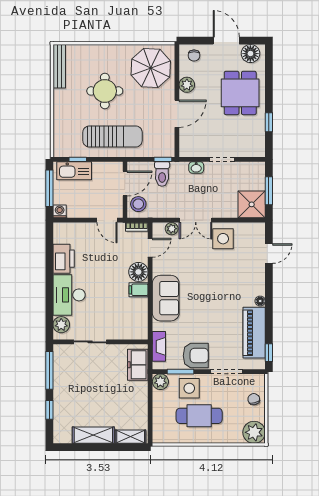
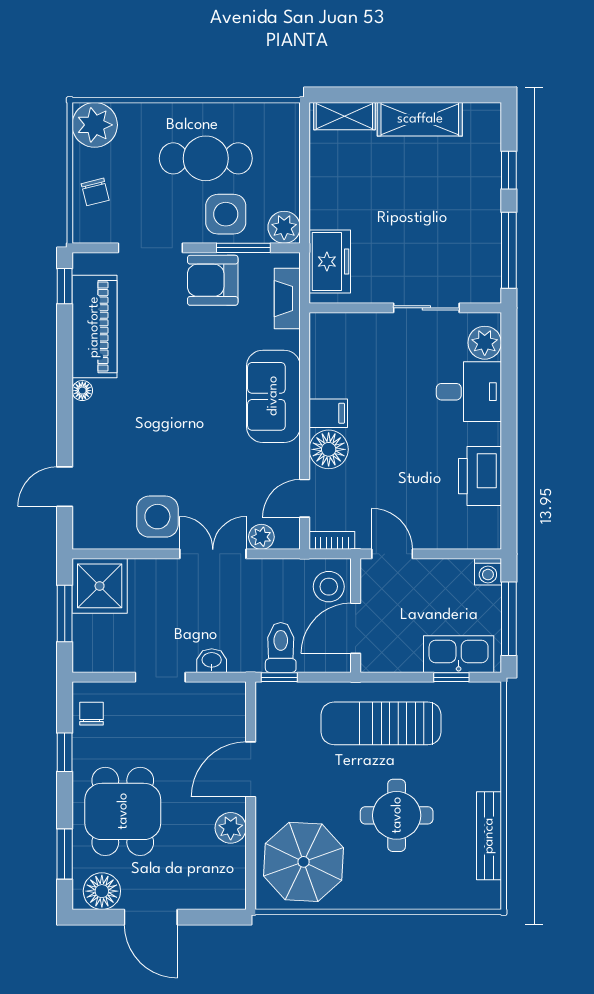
chair: (194, 55) -> (91, 714), moved
bench: (59, 66) -> (489, 836), moved
window: (269, 72) -> (65, 854), added
desk: (69, 295) -> (469, 392), width x0.73

